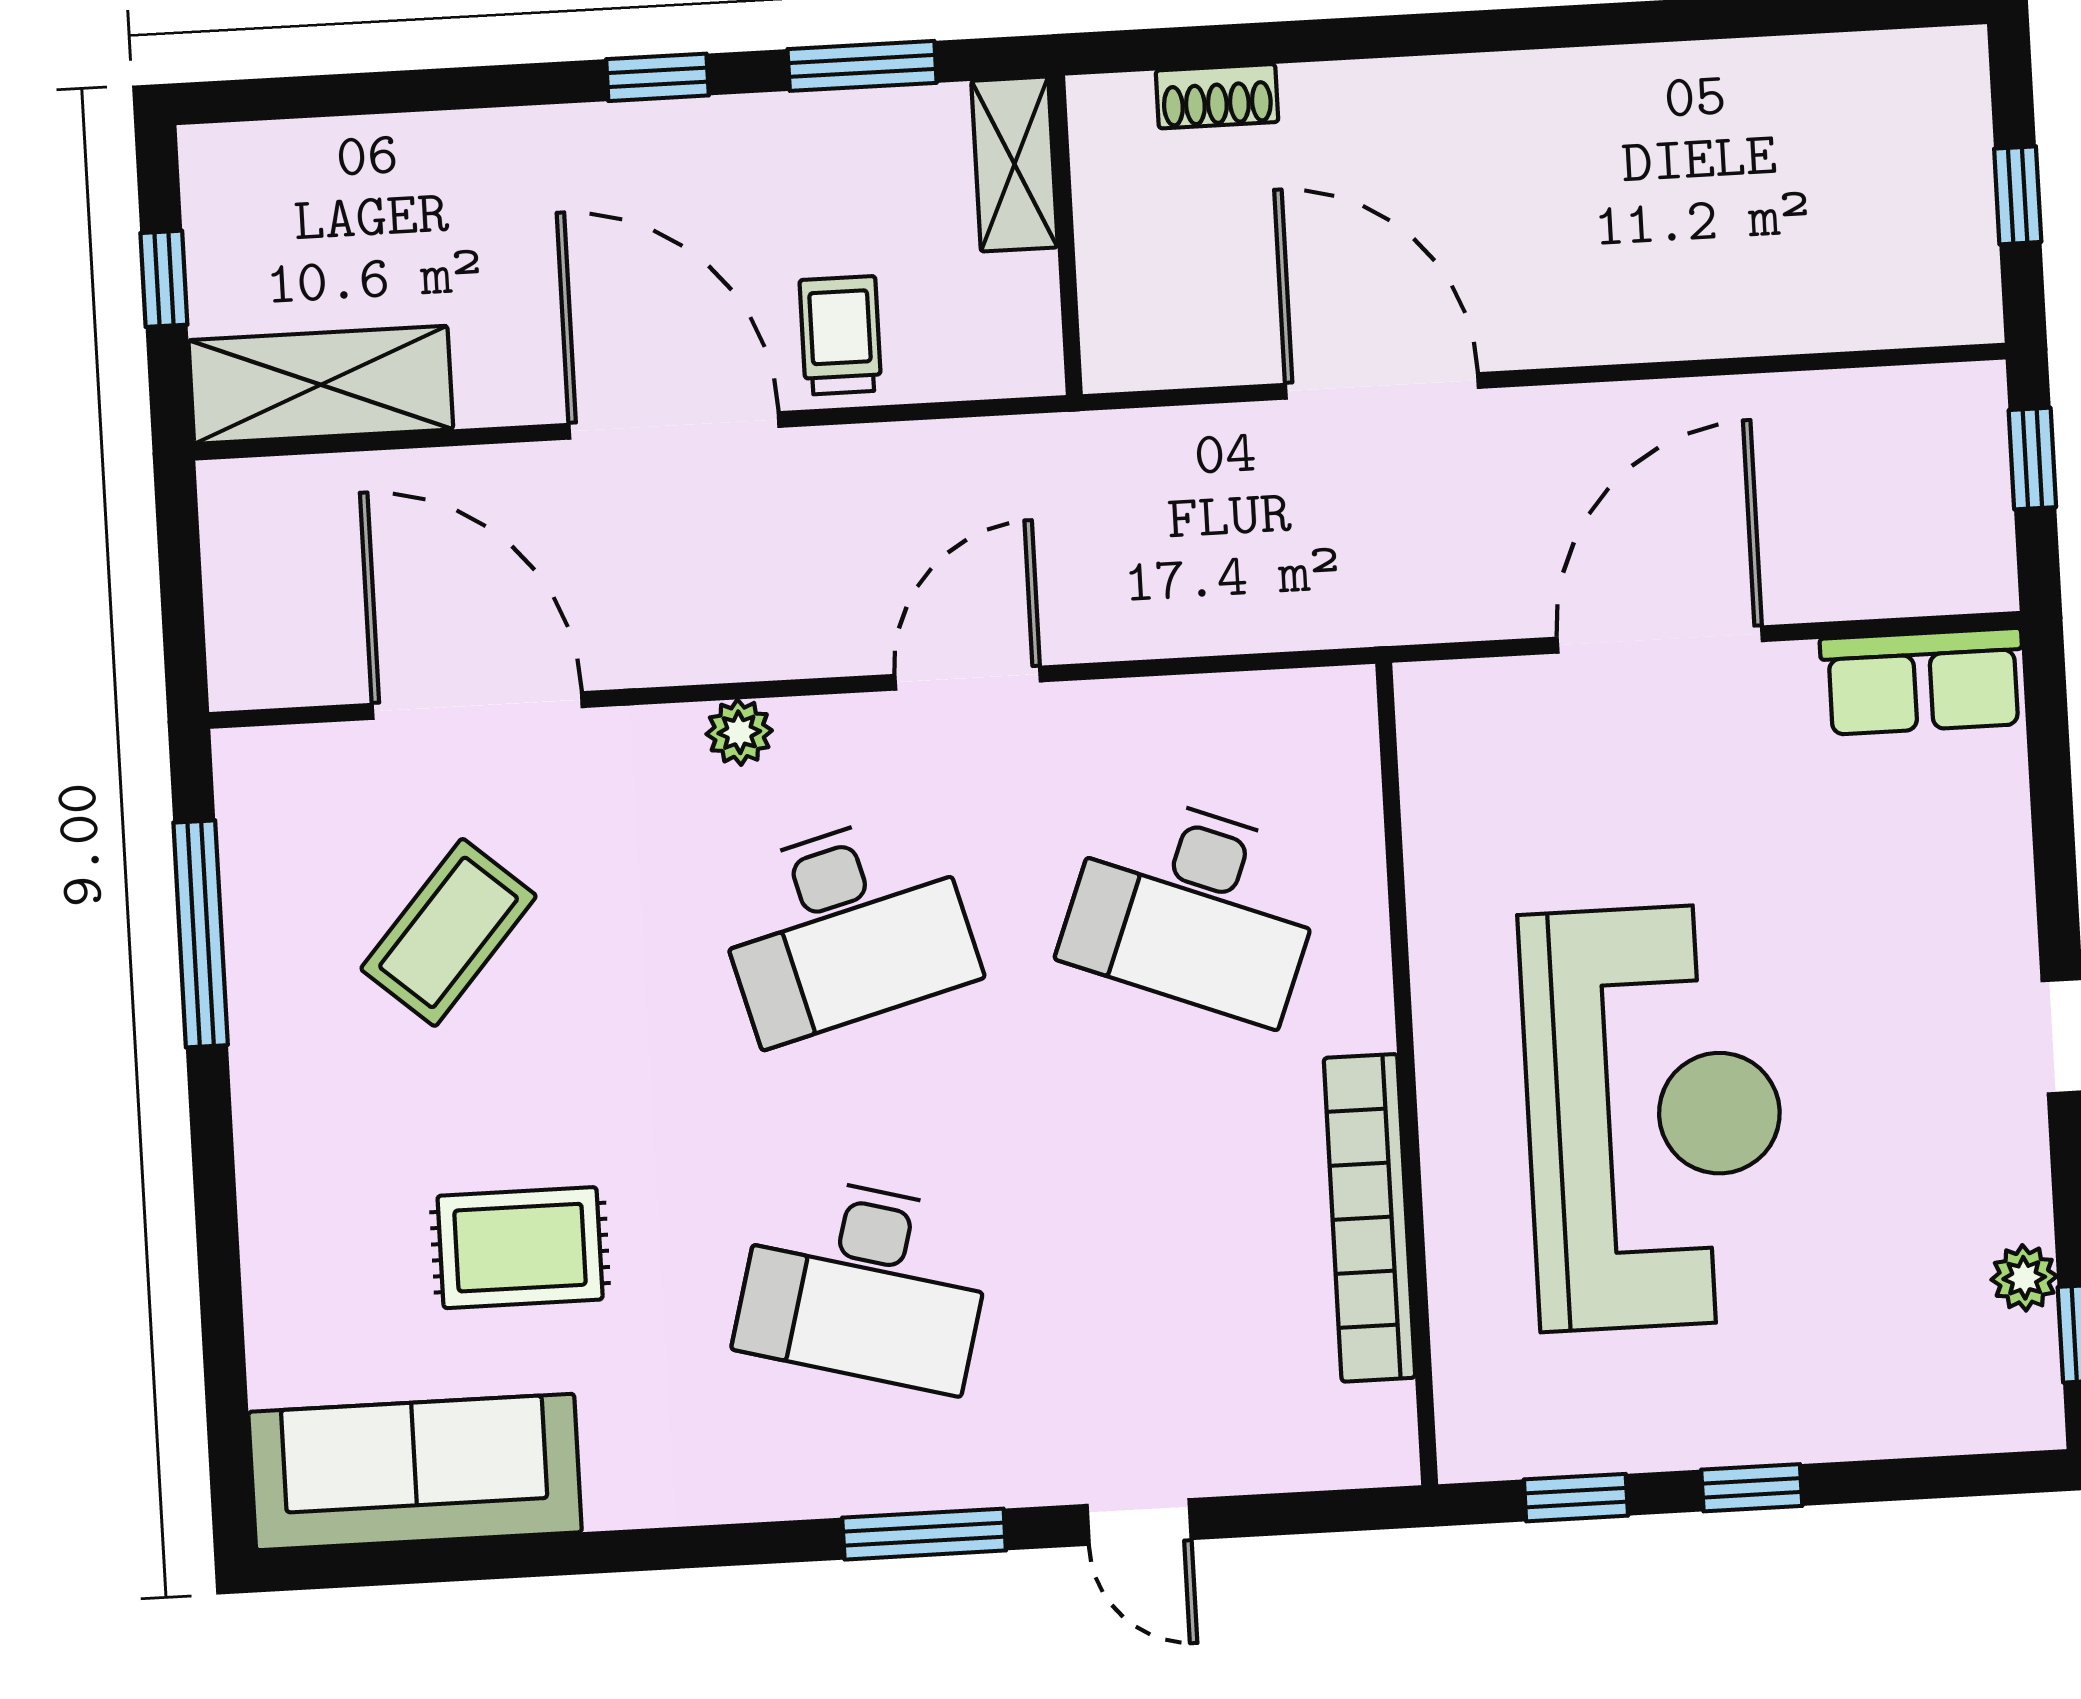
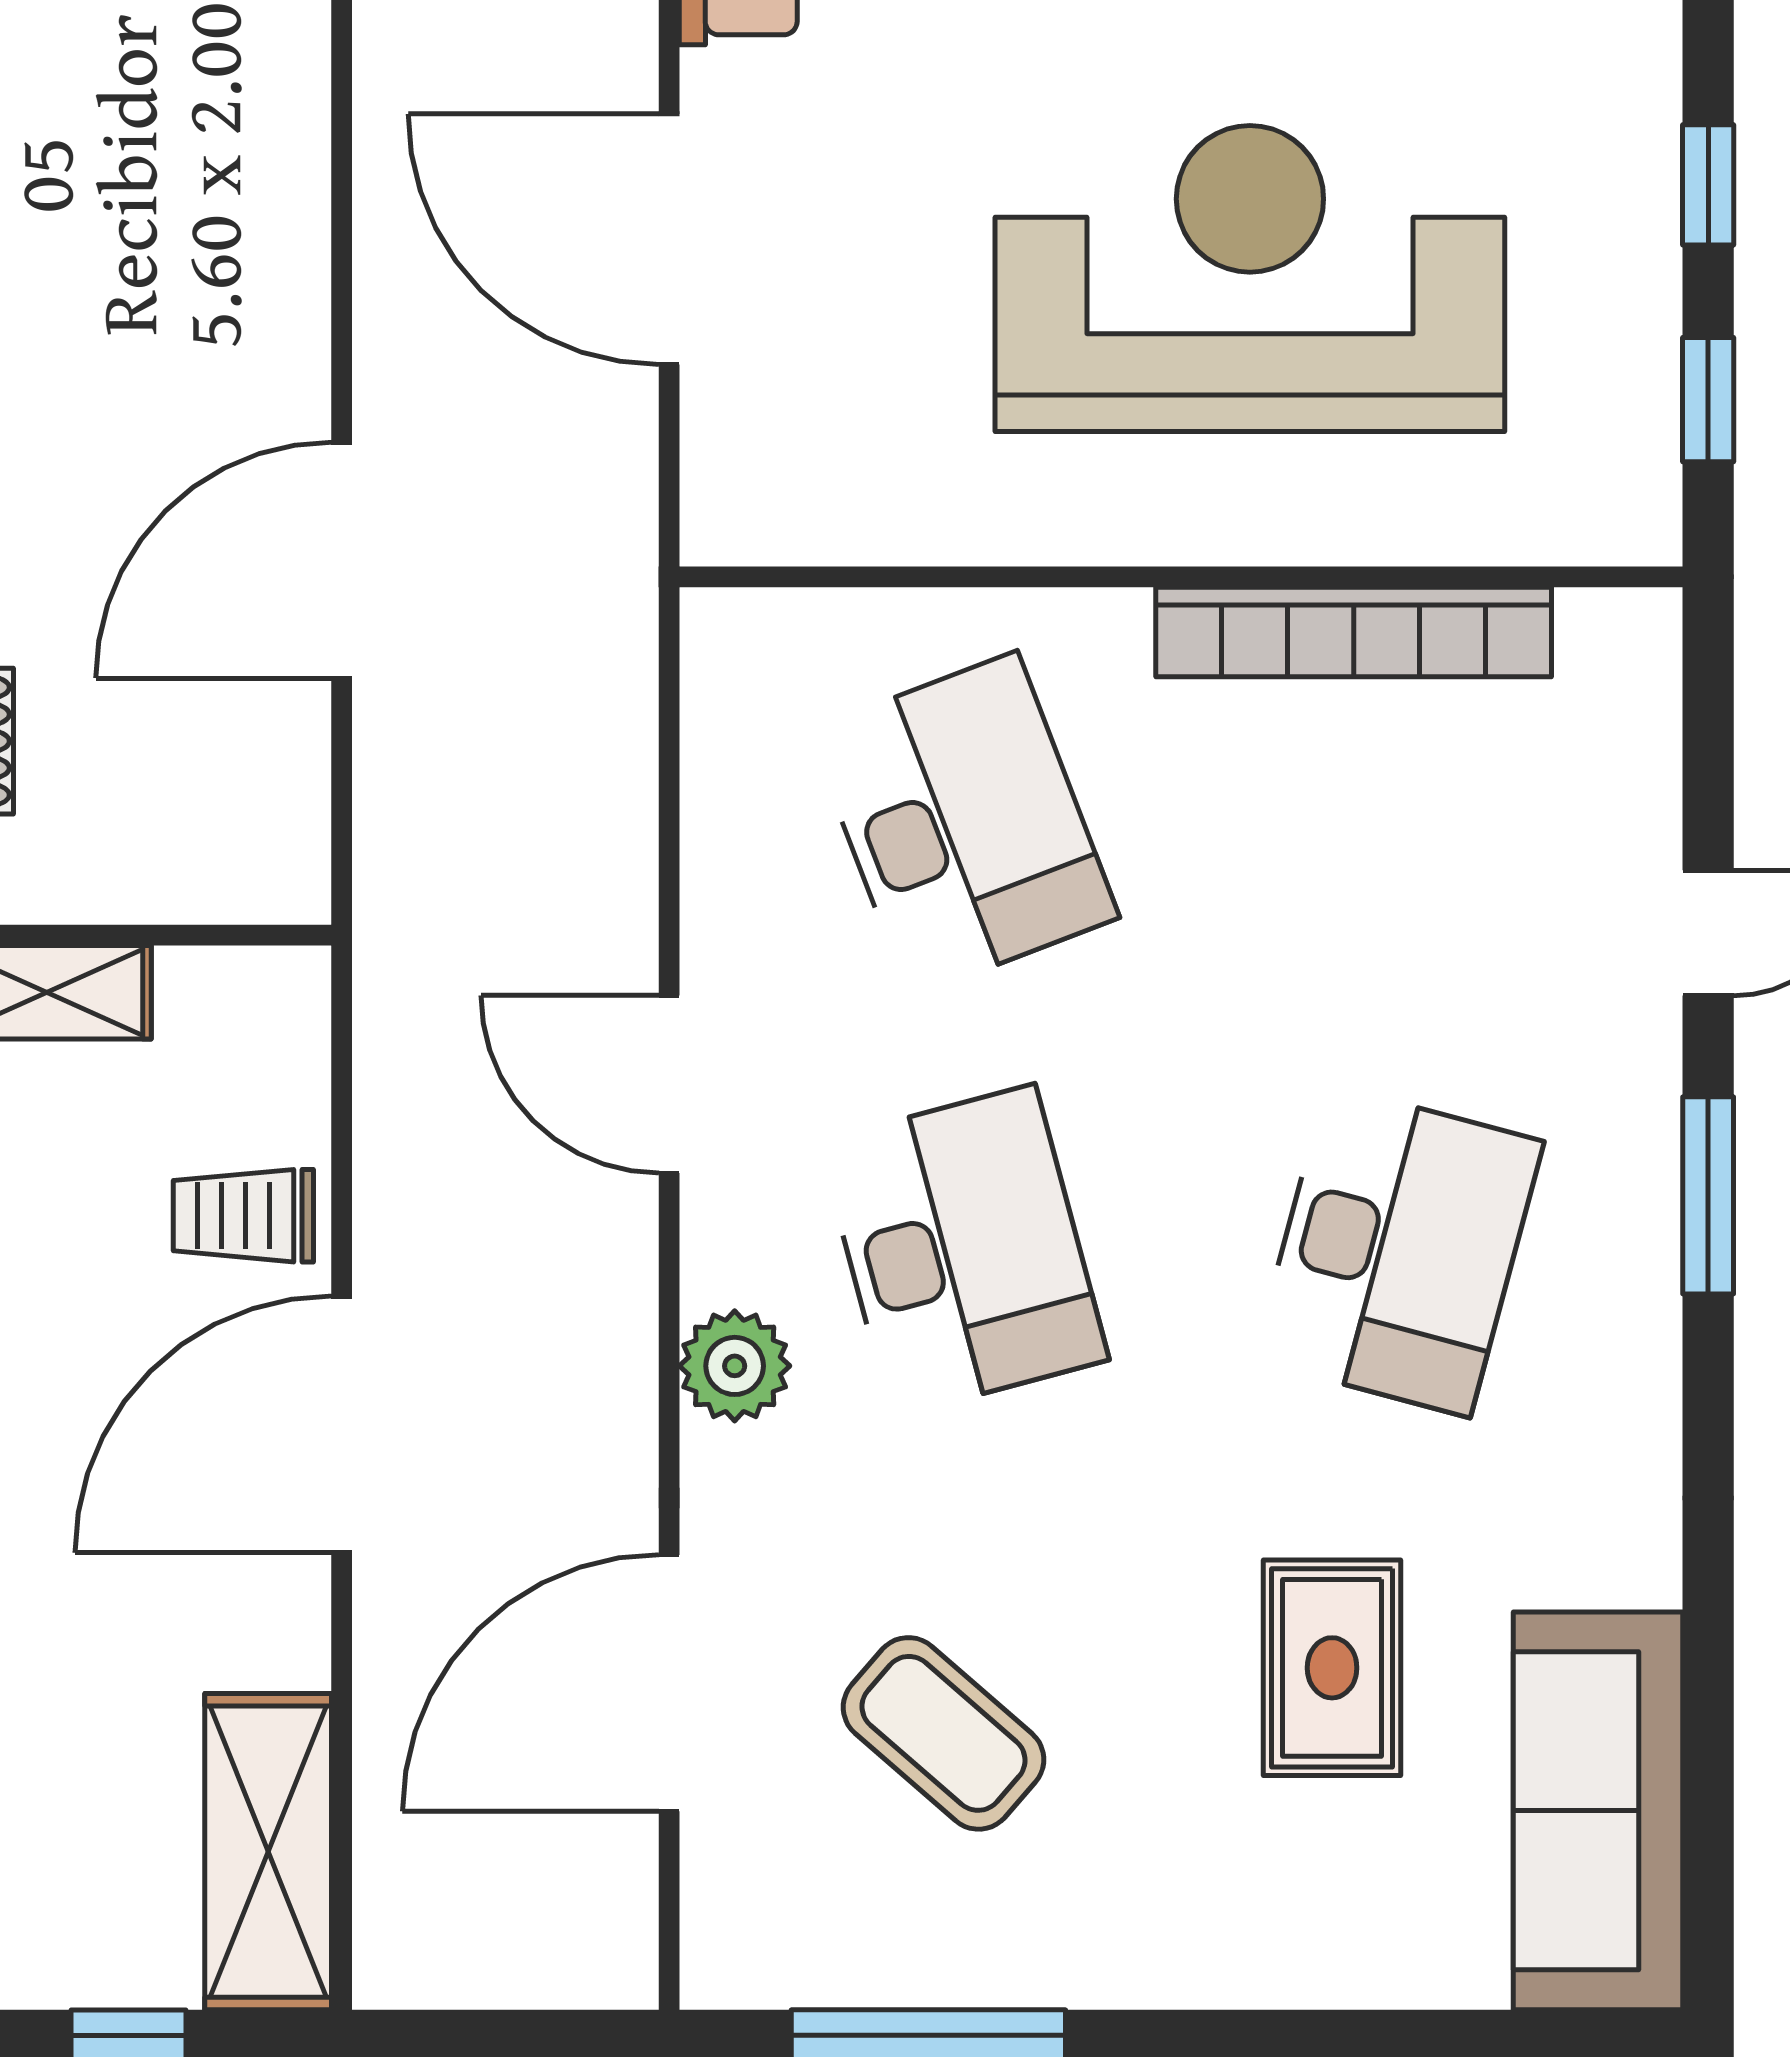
plant: (739, 732) -> (735, 1366), width x1.38, depth x1.38
desk: (1194, 907) -> (963, 824), turned -42

